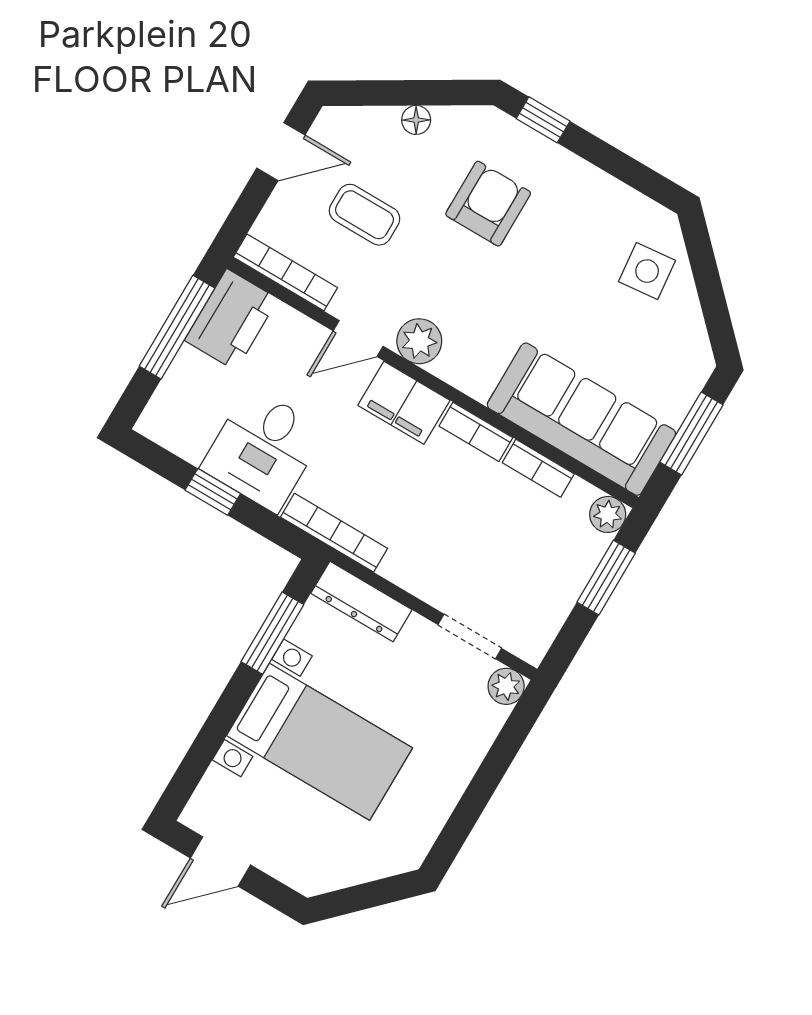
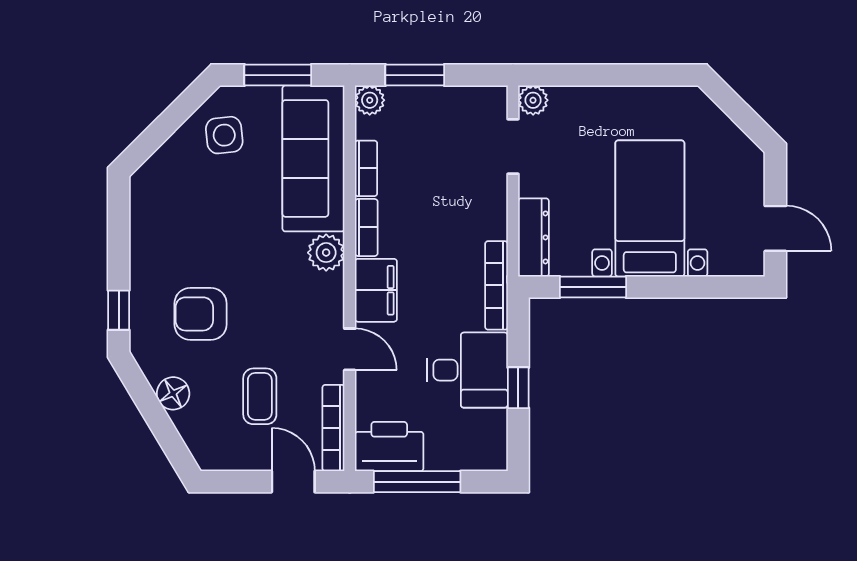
floor lamp: (416, 120) -> (173, 393), width x1.37, depth x1.37
door: (281, 152) -> (293, 482), moved
side table: (647, 271) -> (224, 135), moved
plant: (419, 341) -> (326, 253), moved

